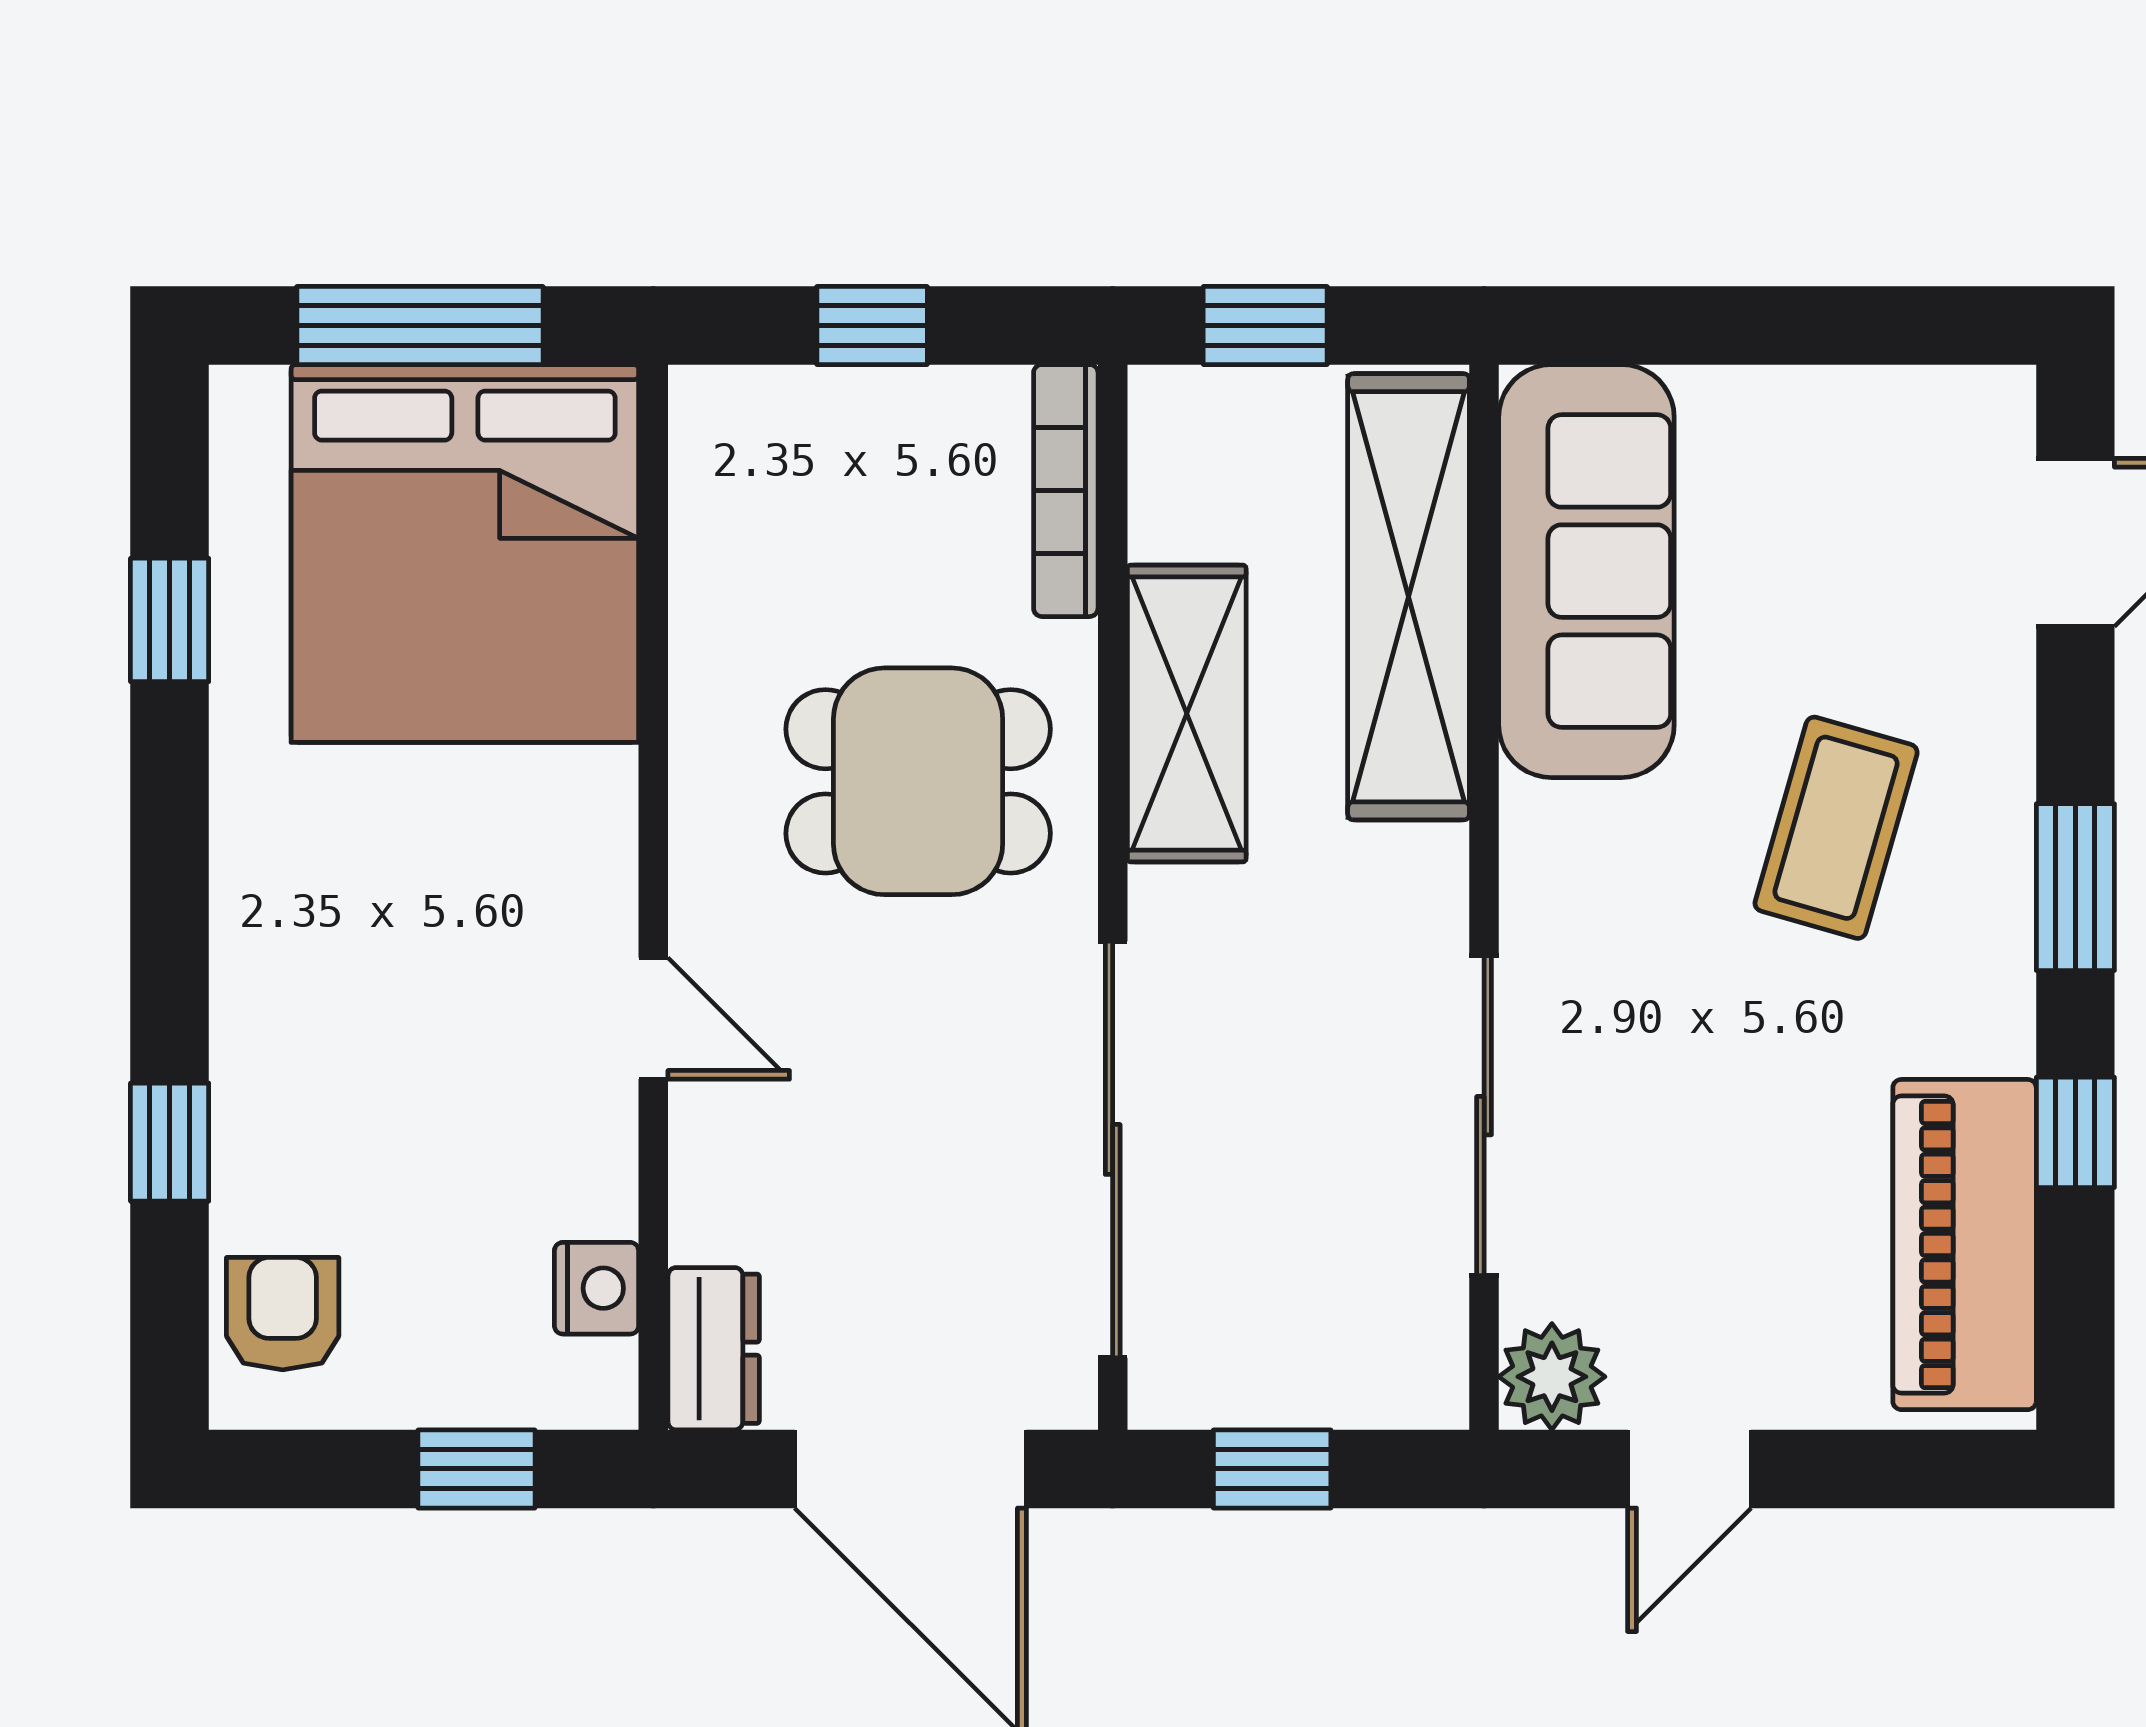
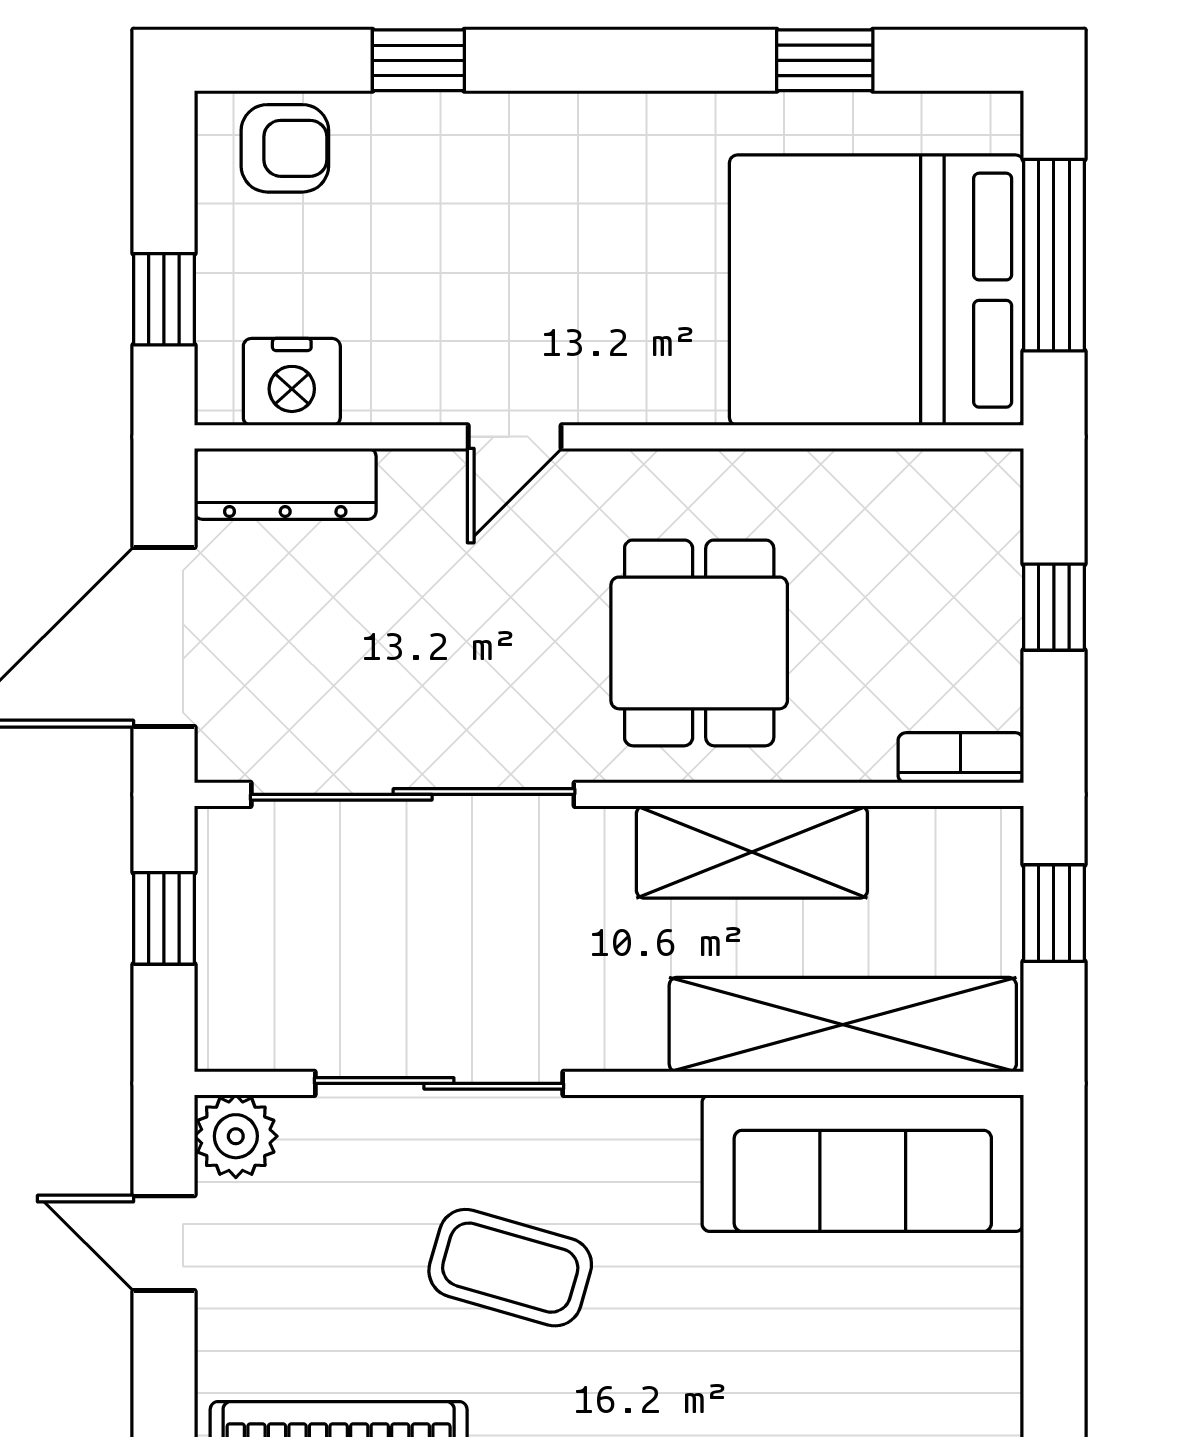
bookcase: (1066, 491) -> (961, 758), width x0.64
coffee table: (1836, 828) -> (510, 1268), moved
nightstand: (597, 1288) -> (292, 382), width x1.36, depth x1.33
dresser: (714, 1349) -> (285, 484), width x1.44

